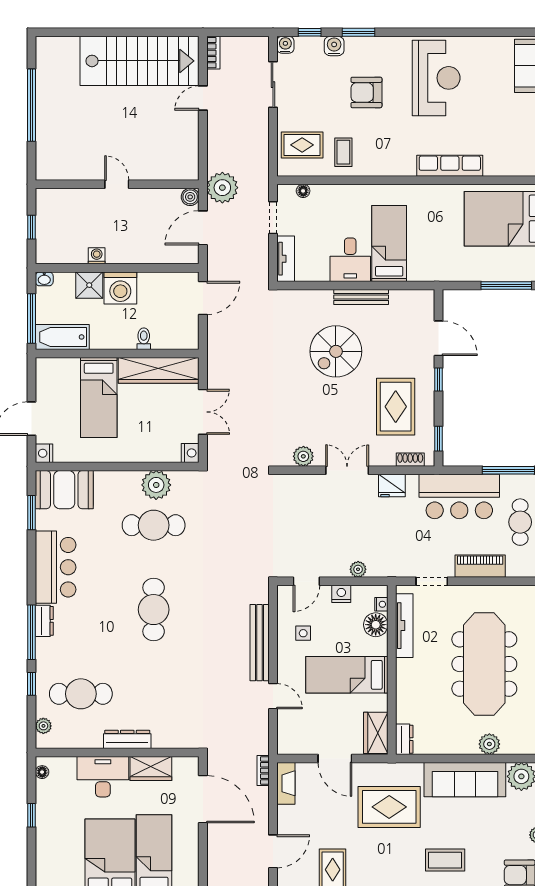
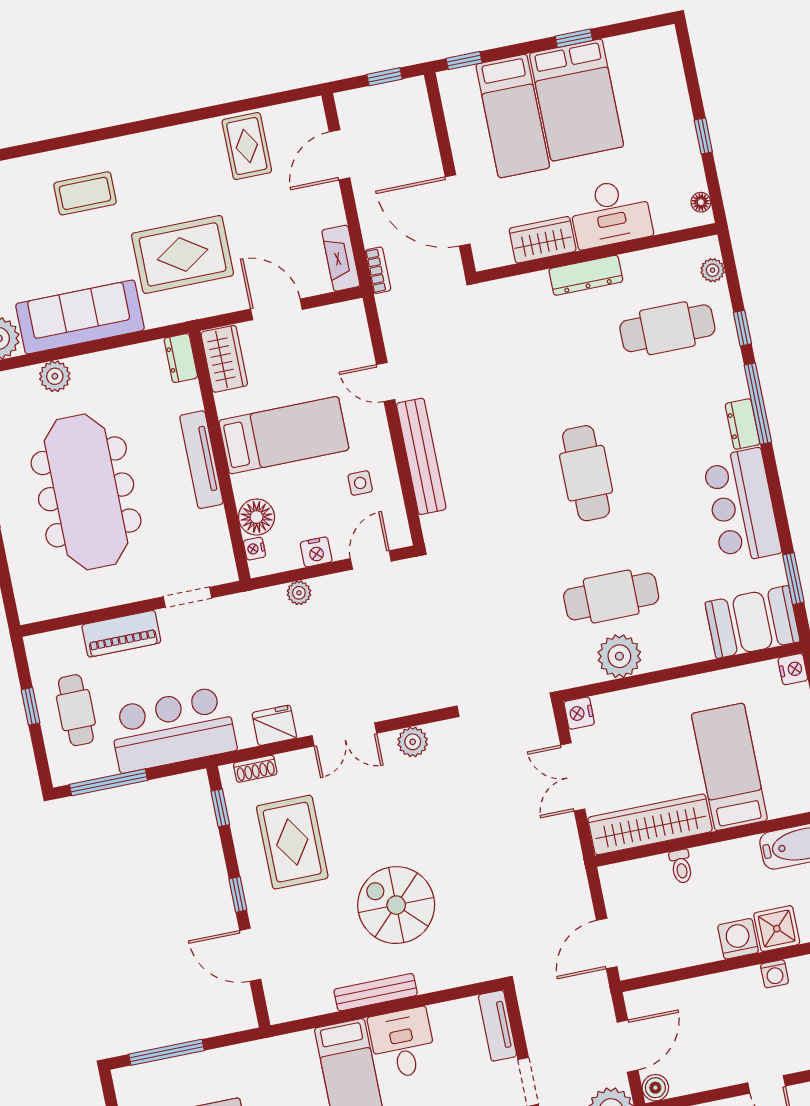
washing machine: (120, 288) -> (738, 939), width x0.73, depth x0.73
spiral stairs: (336, 351) -> (396, 905), turned -90
tv unit: (404, 626) -> (201, 460), moved

